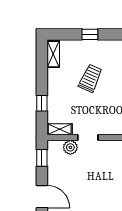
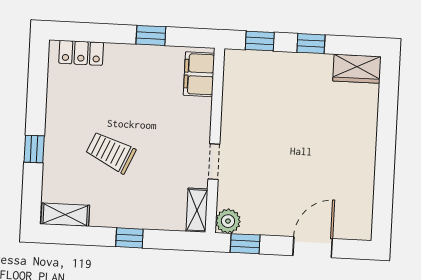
window: (42, 103) -> (129, 238), moved
plant: (70, 147) -> (228, 221), moved

